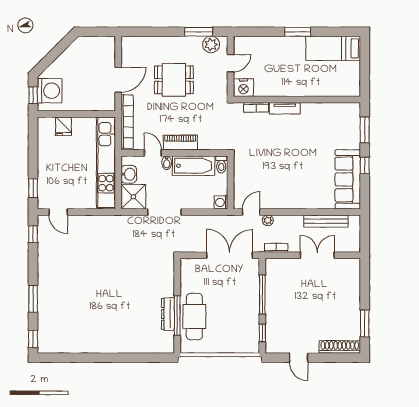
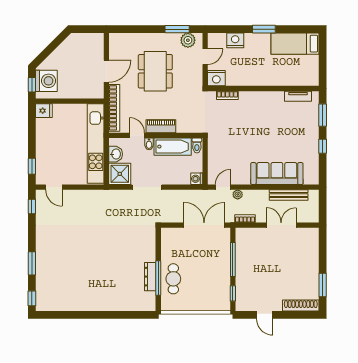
nightstand: (265, 45) -> (235, 40), added
dining table: (174, 80) -> (155, 71), width x1.38
tv unit: (285, 108) -> (298, 96), moved
fridge: (64, 126) -> (44, 111), moved, turned -90
sofa: (348, 179) -> (277, 174), moved, turned 90
cafe table: (194, 317) -> (173, 279), width x0.73, depth x0.74

